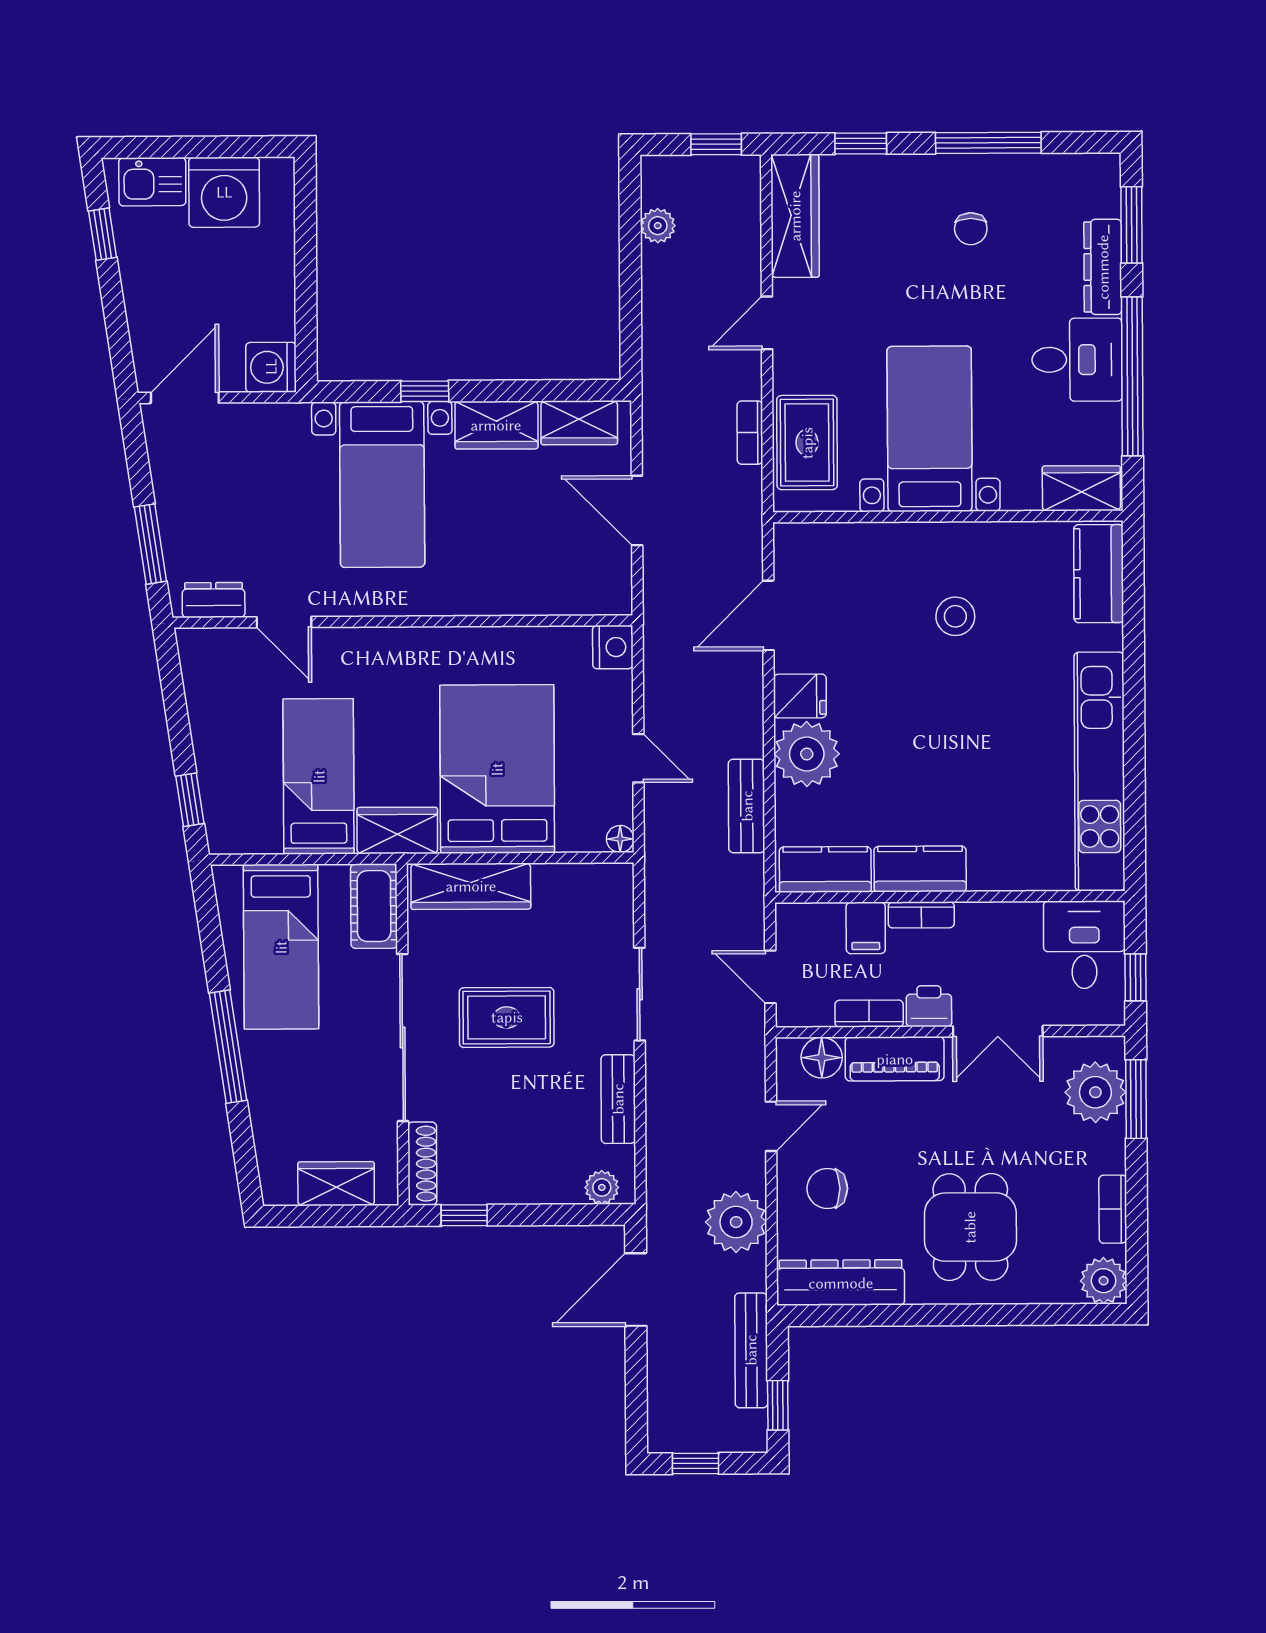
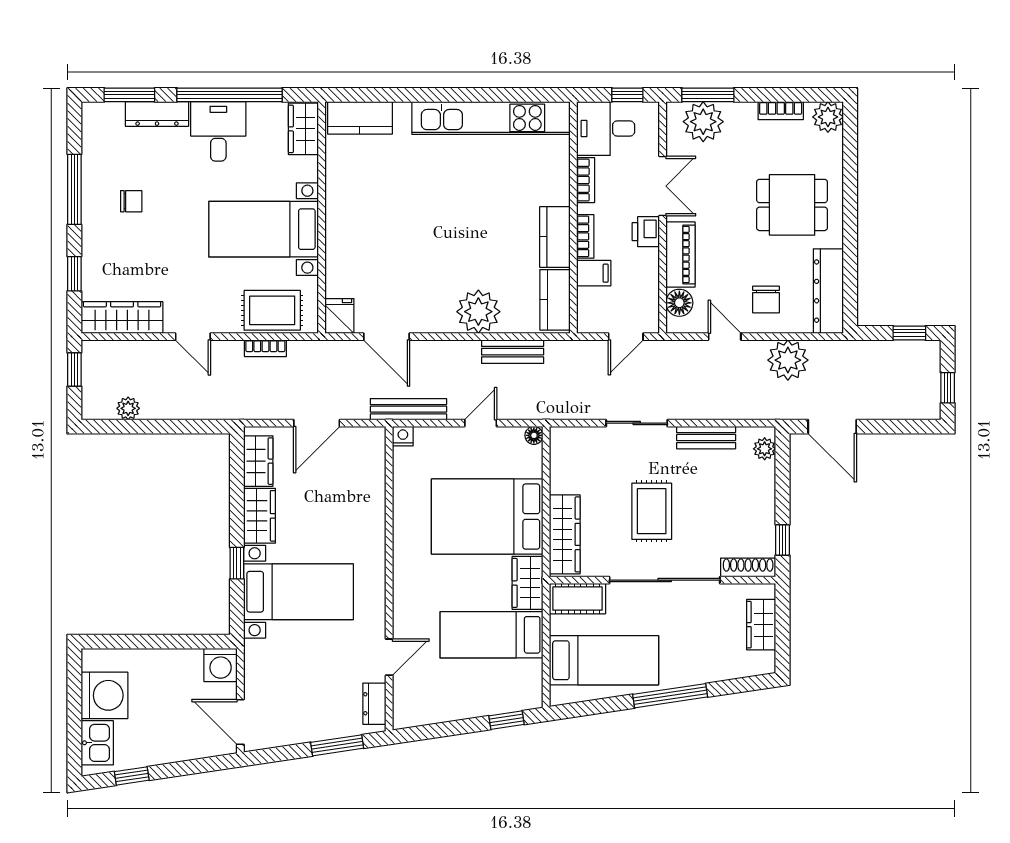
stool: (955, 616) -> (388, 213), removed
nightstand: (613, 647) -> (403, 436), width x0.72, depth x0.74
fridge: (800, 696) -> (339, 316), moved
bookcase: (869, 1014) -> (586, 180), moved, turned 180
bench: (751, 1350) -> (408, 409), moved

